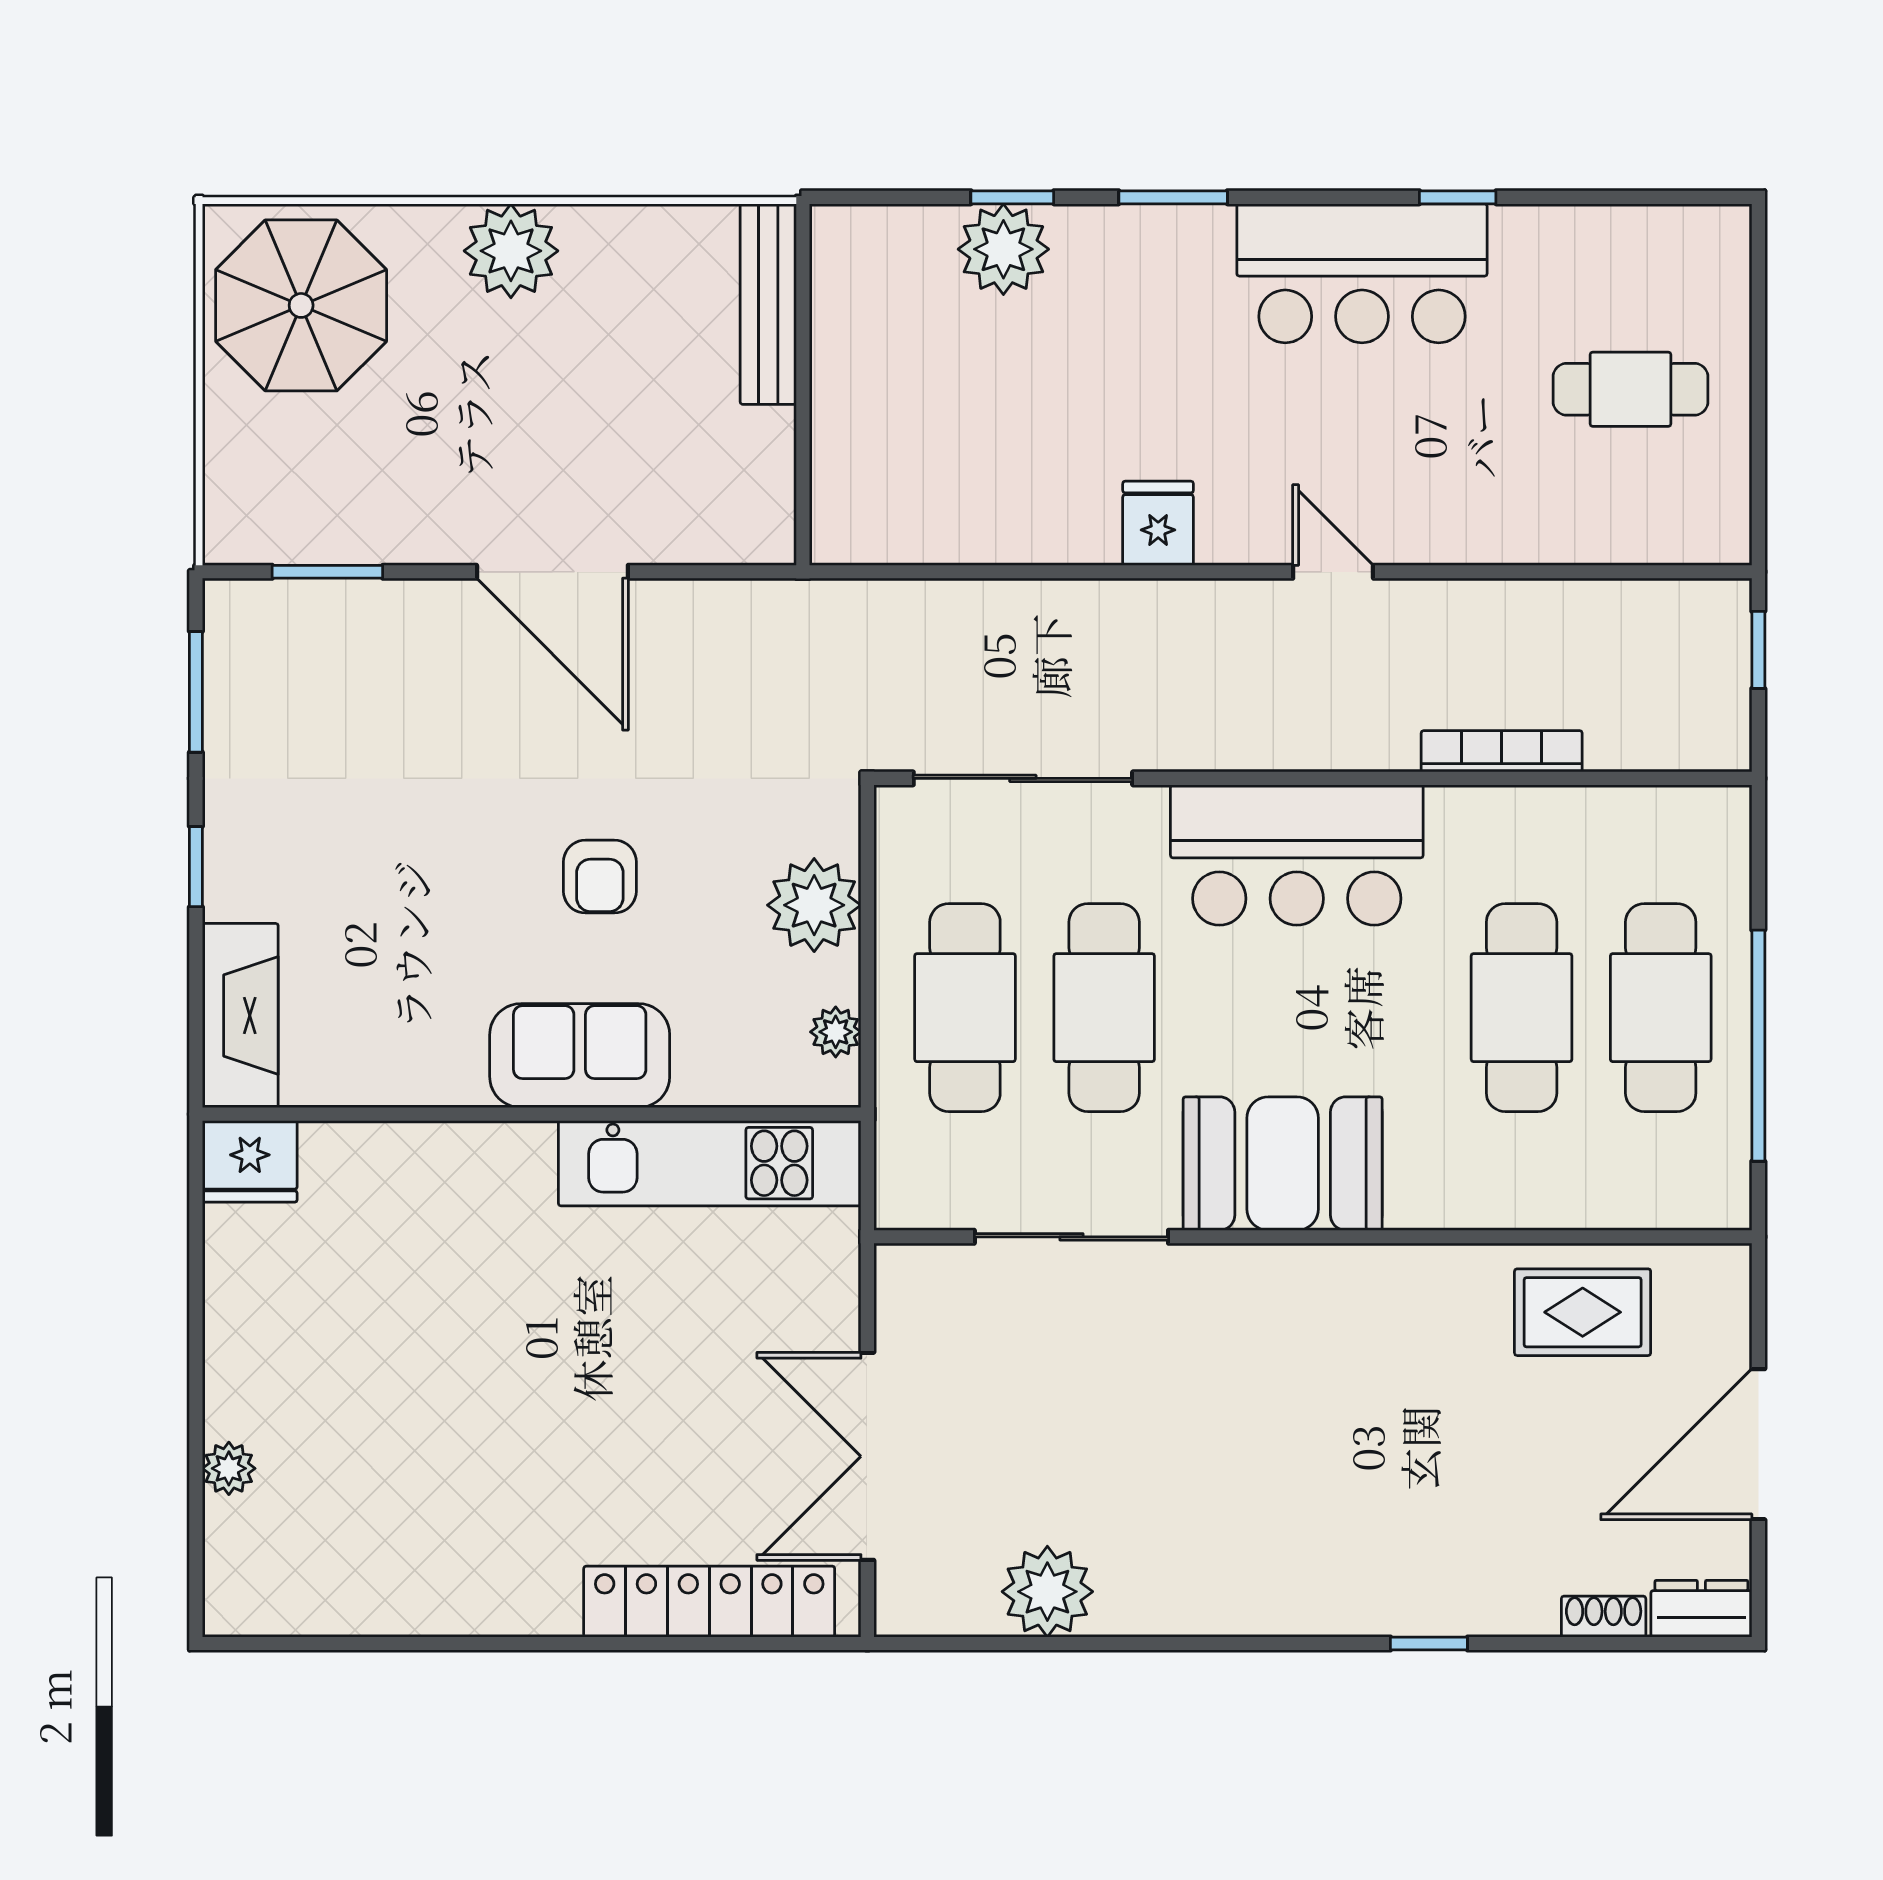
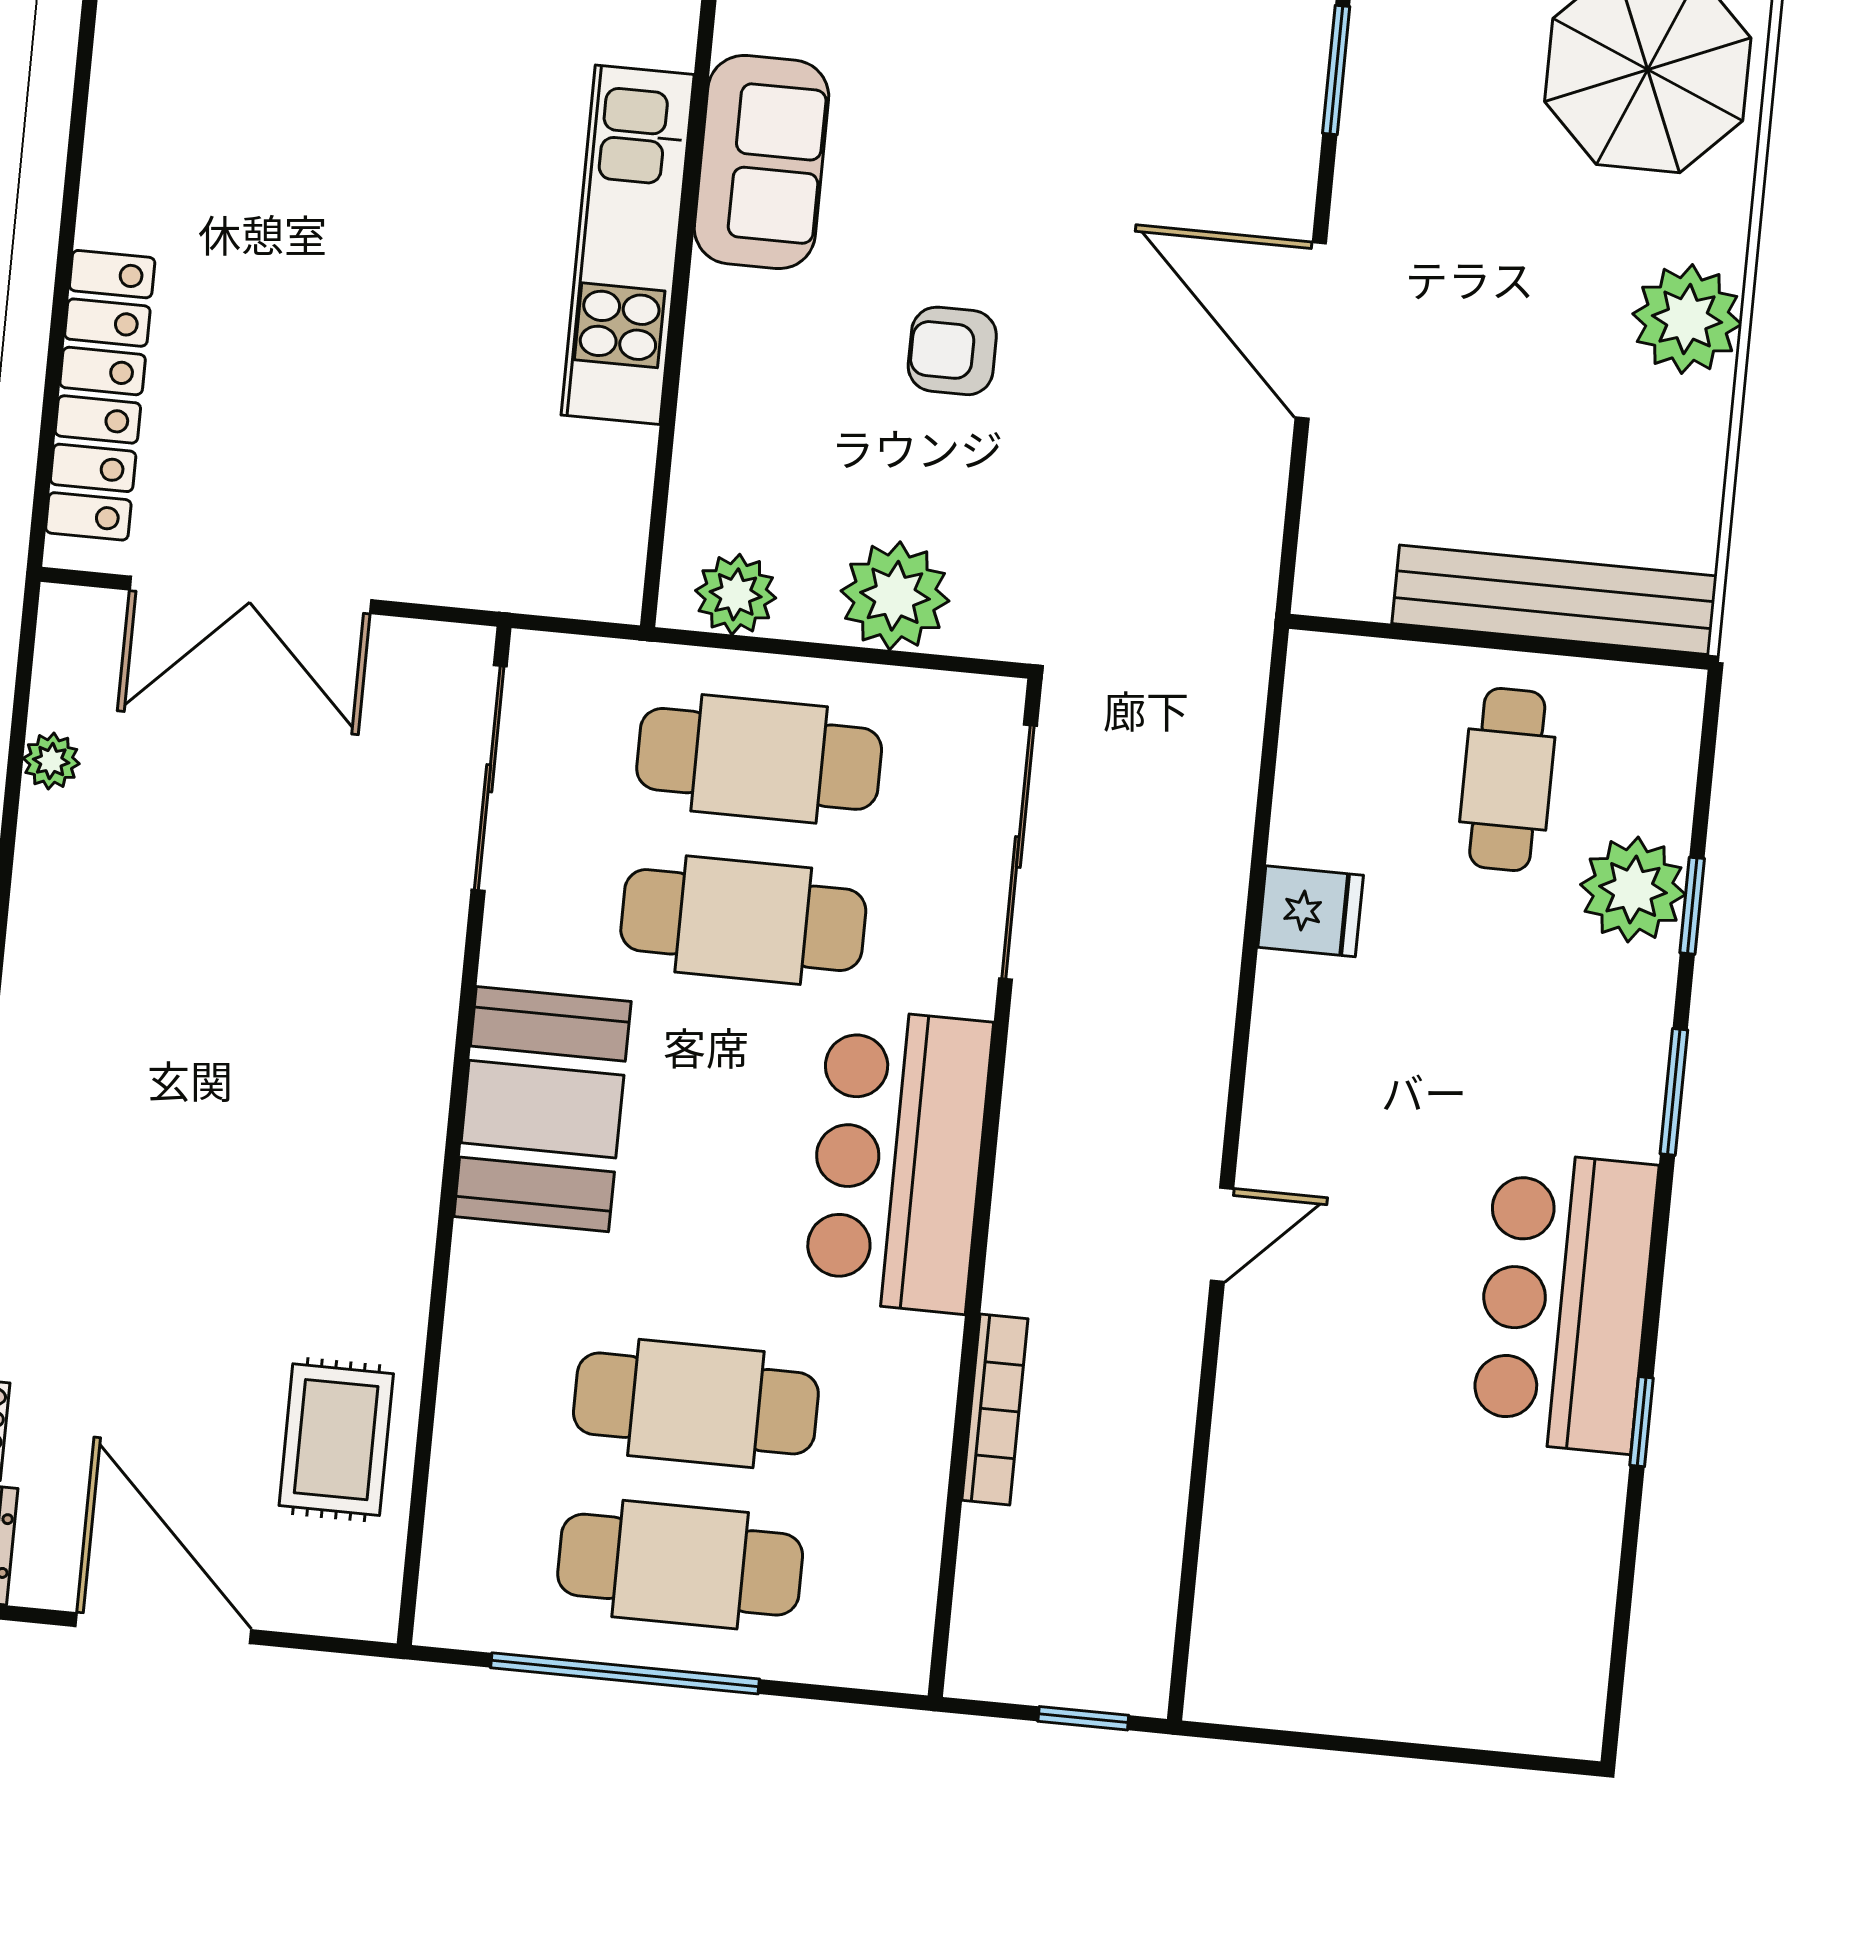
bench: (768, 304) -> (1554, 600), width x1.37, depth x1.21
cafe table: (1630, 389) -> (1507, 779), moved
fridge: (1158, 523) -> (1311, 911), moved
door: (552, 572) -> (1311, 331), hinge flipped
plant: (836, 1032) -> (736, 594), width x1.38, depth x1.38
sofa: (580, 1056) -> (761, 162), moved
kitchen unit: (710, 1163) -> (628, 245), moved
sliding door: (1071, 1237) -> (489, 778), moved
double door: (867, 1456) -> (250, 595), swing flipped
plant: (1047, 1592) -> (51, 761), width x0.53, depth x0.53

